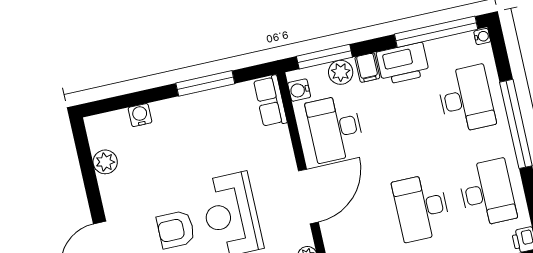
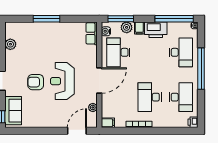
window: (205, 83) -> (46, 19), moved
water cooler: (140, 115) -> (31, 26), removed

